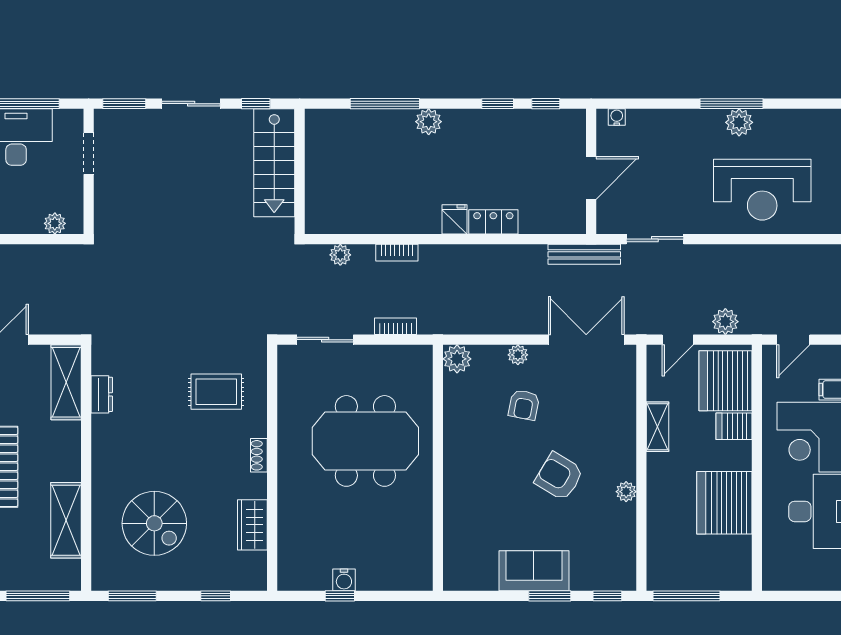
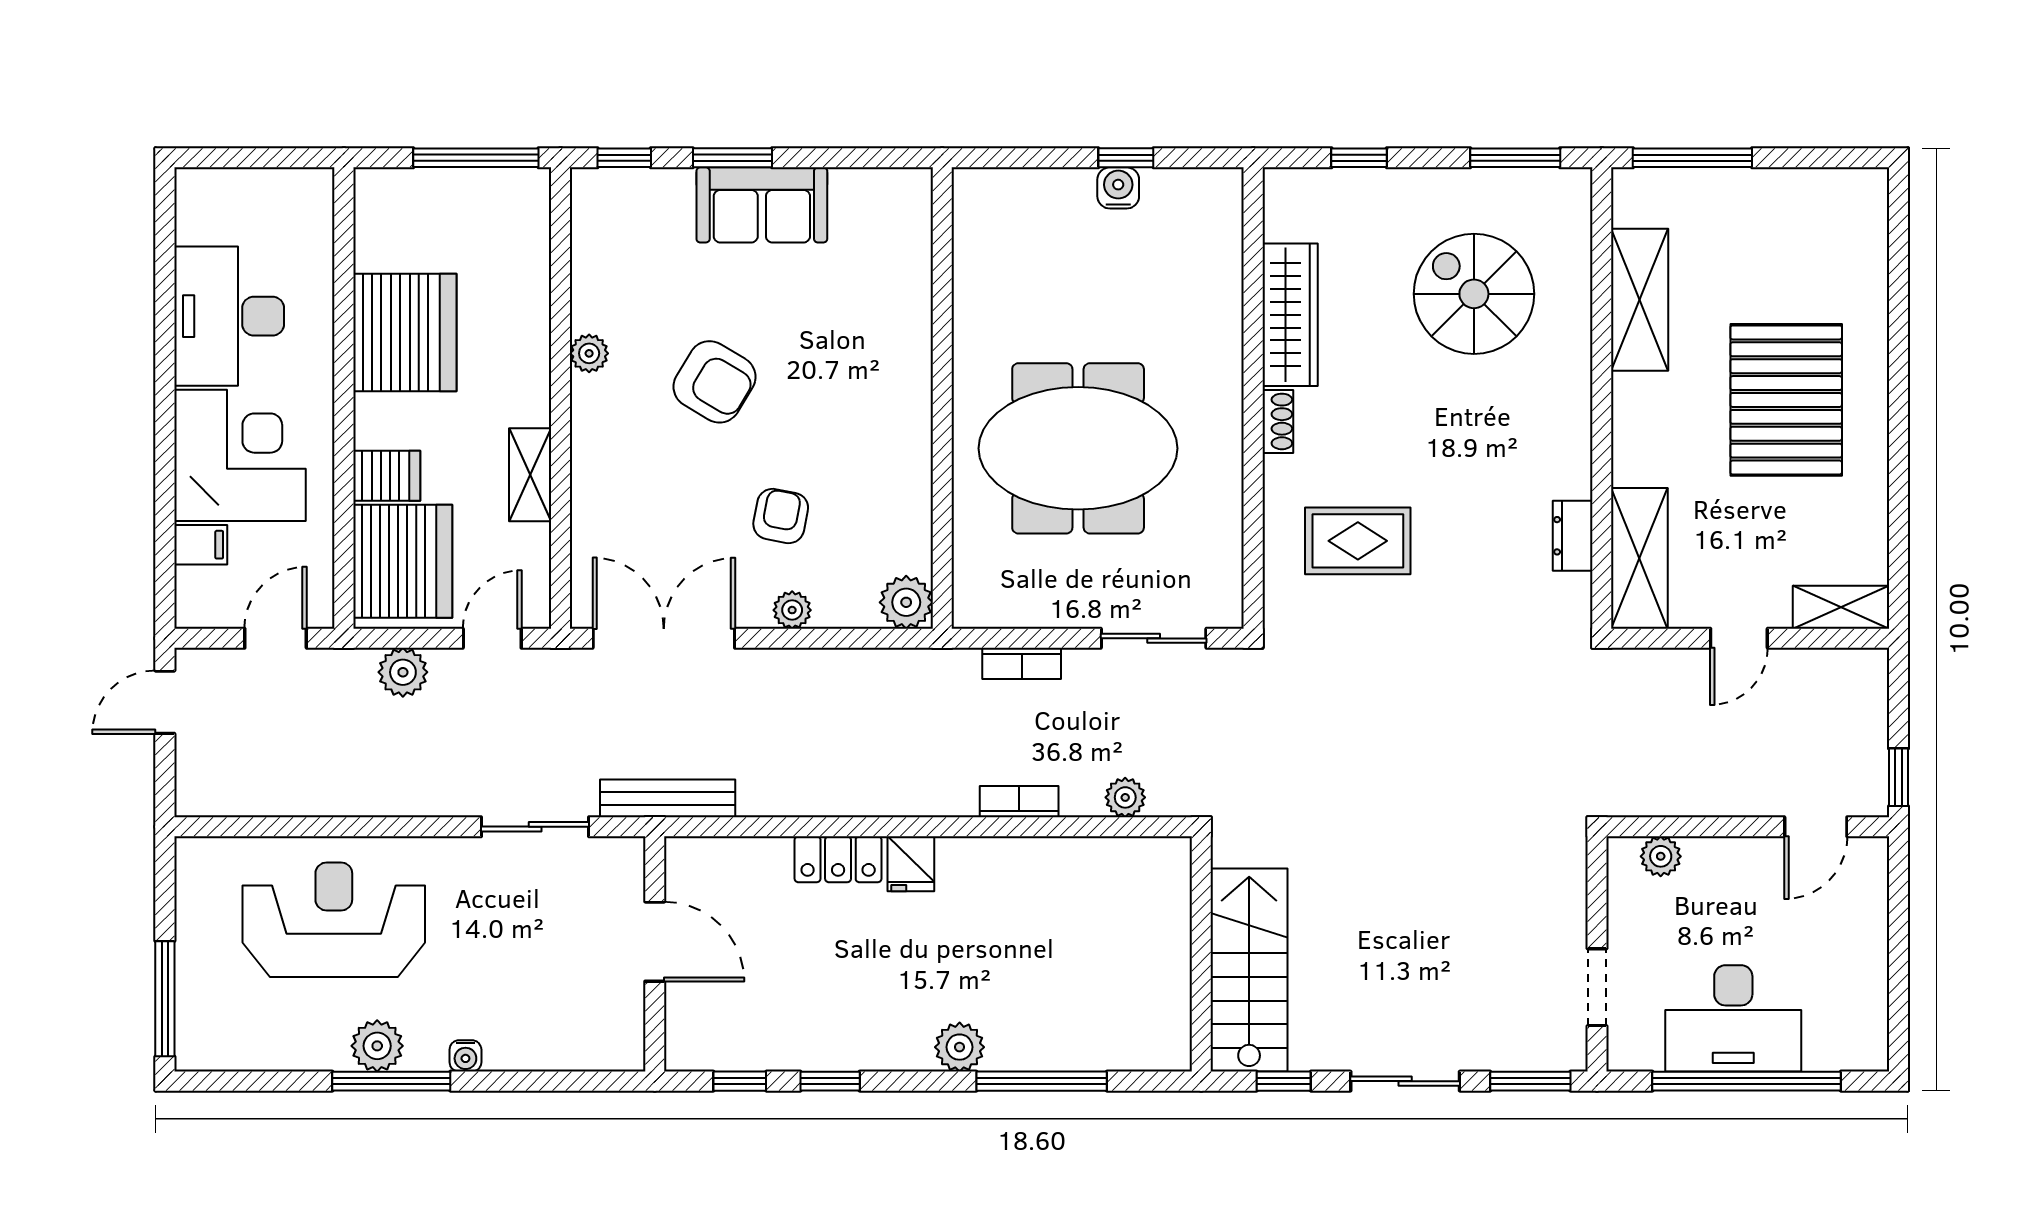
water cooler: (617, 117) -> (465, 1056), moved
door: (591, 178) -> (655, 942), swing flipped
double door: (586, 340) -> (664, 638), swing flipped
wardrobe: (252, 525) -> (1290, 315), width x1.50

